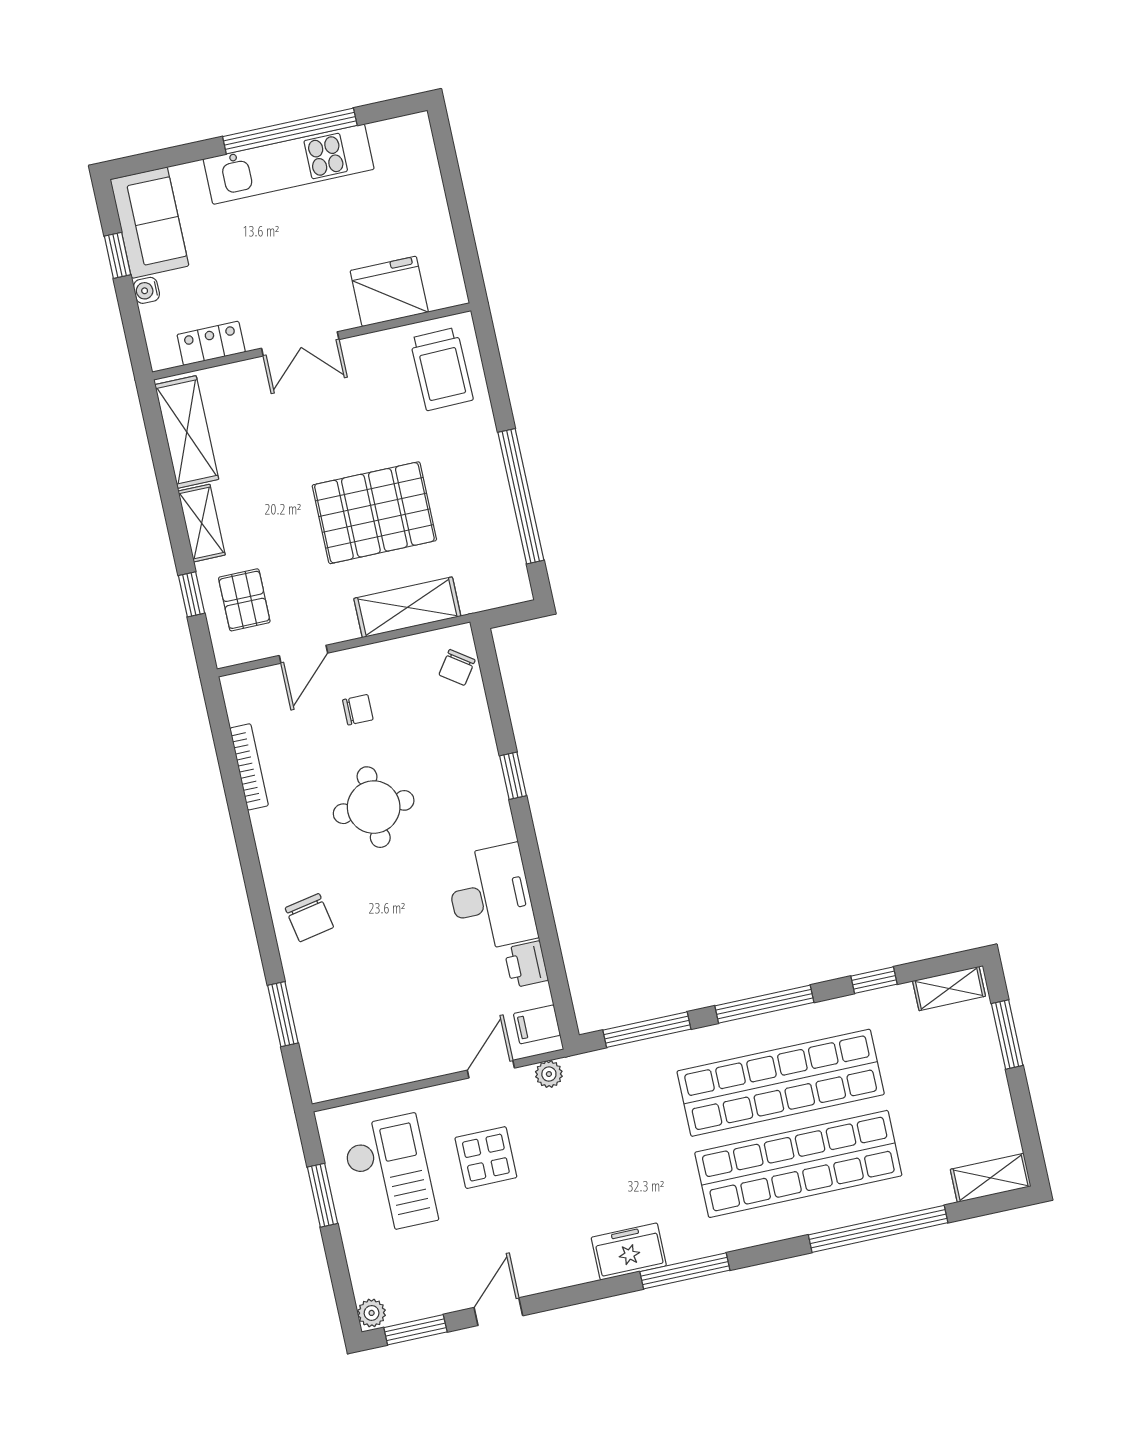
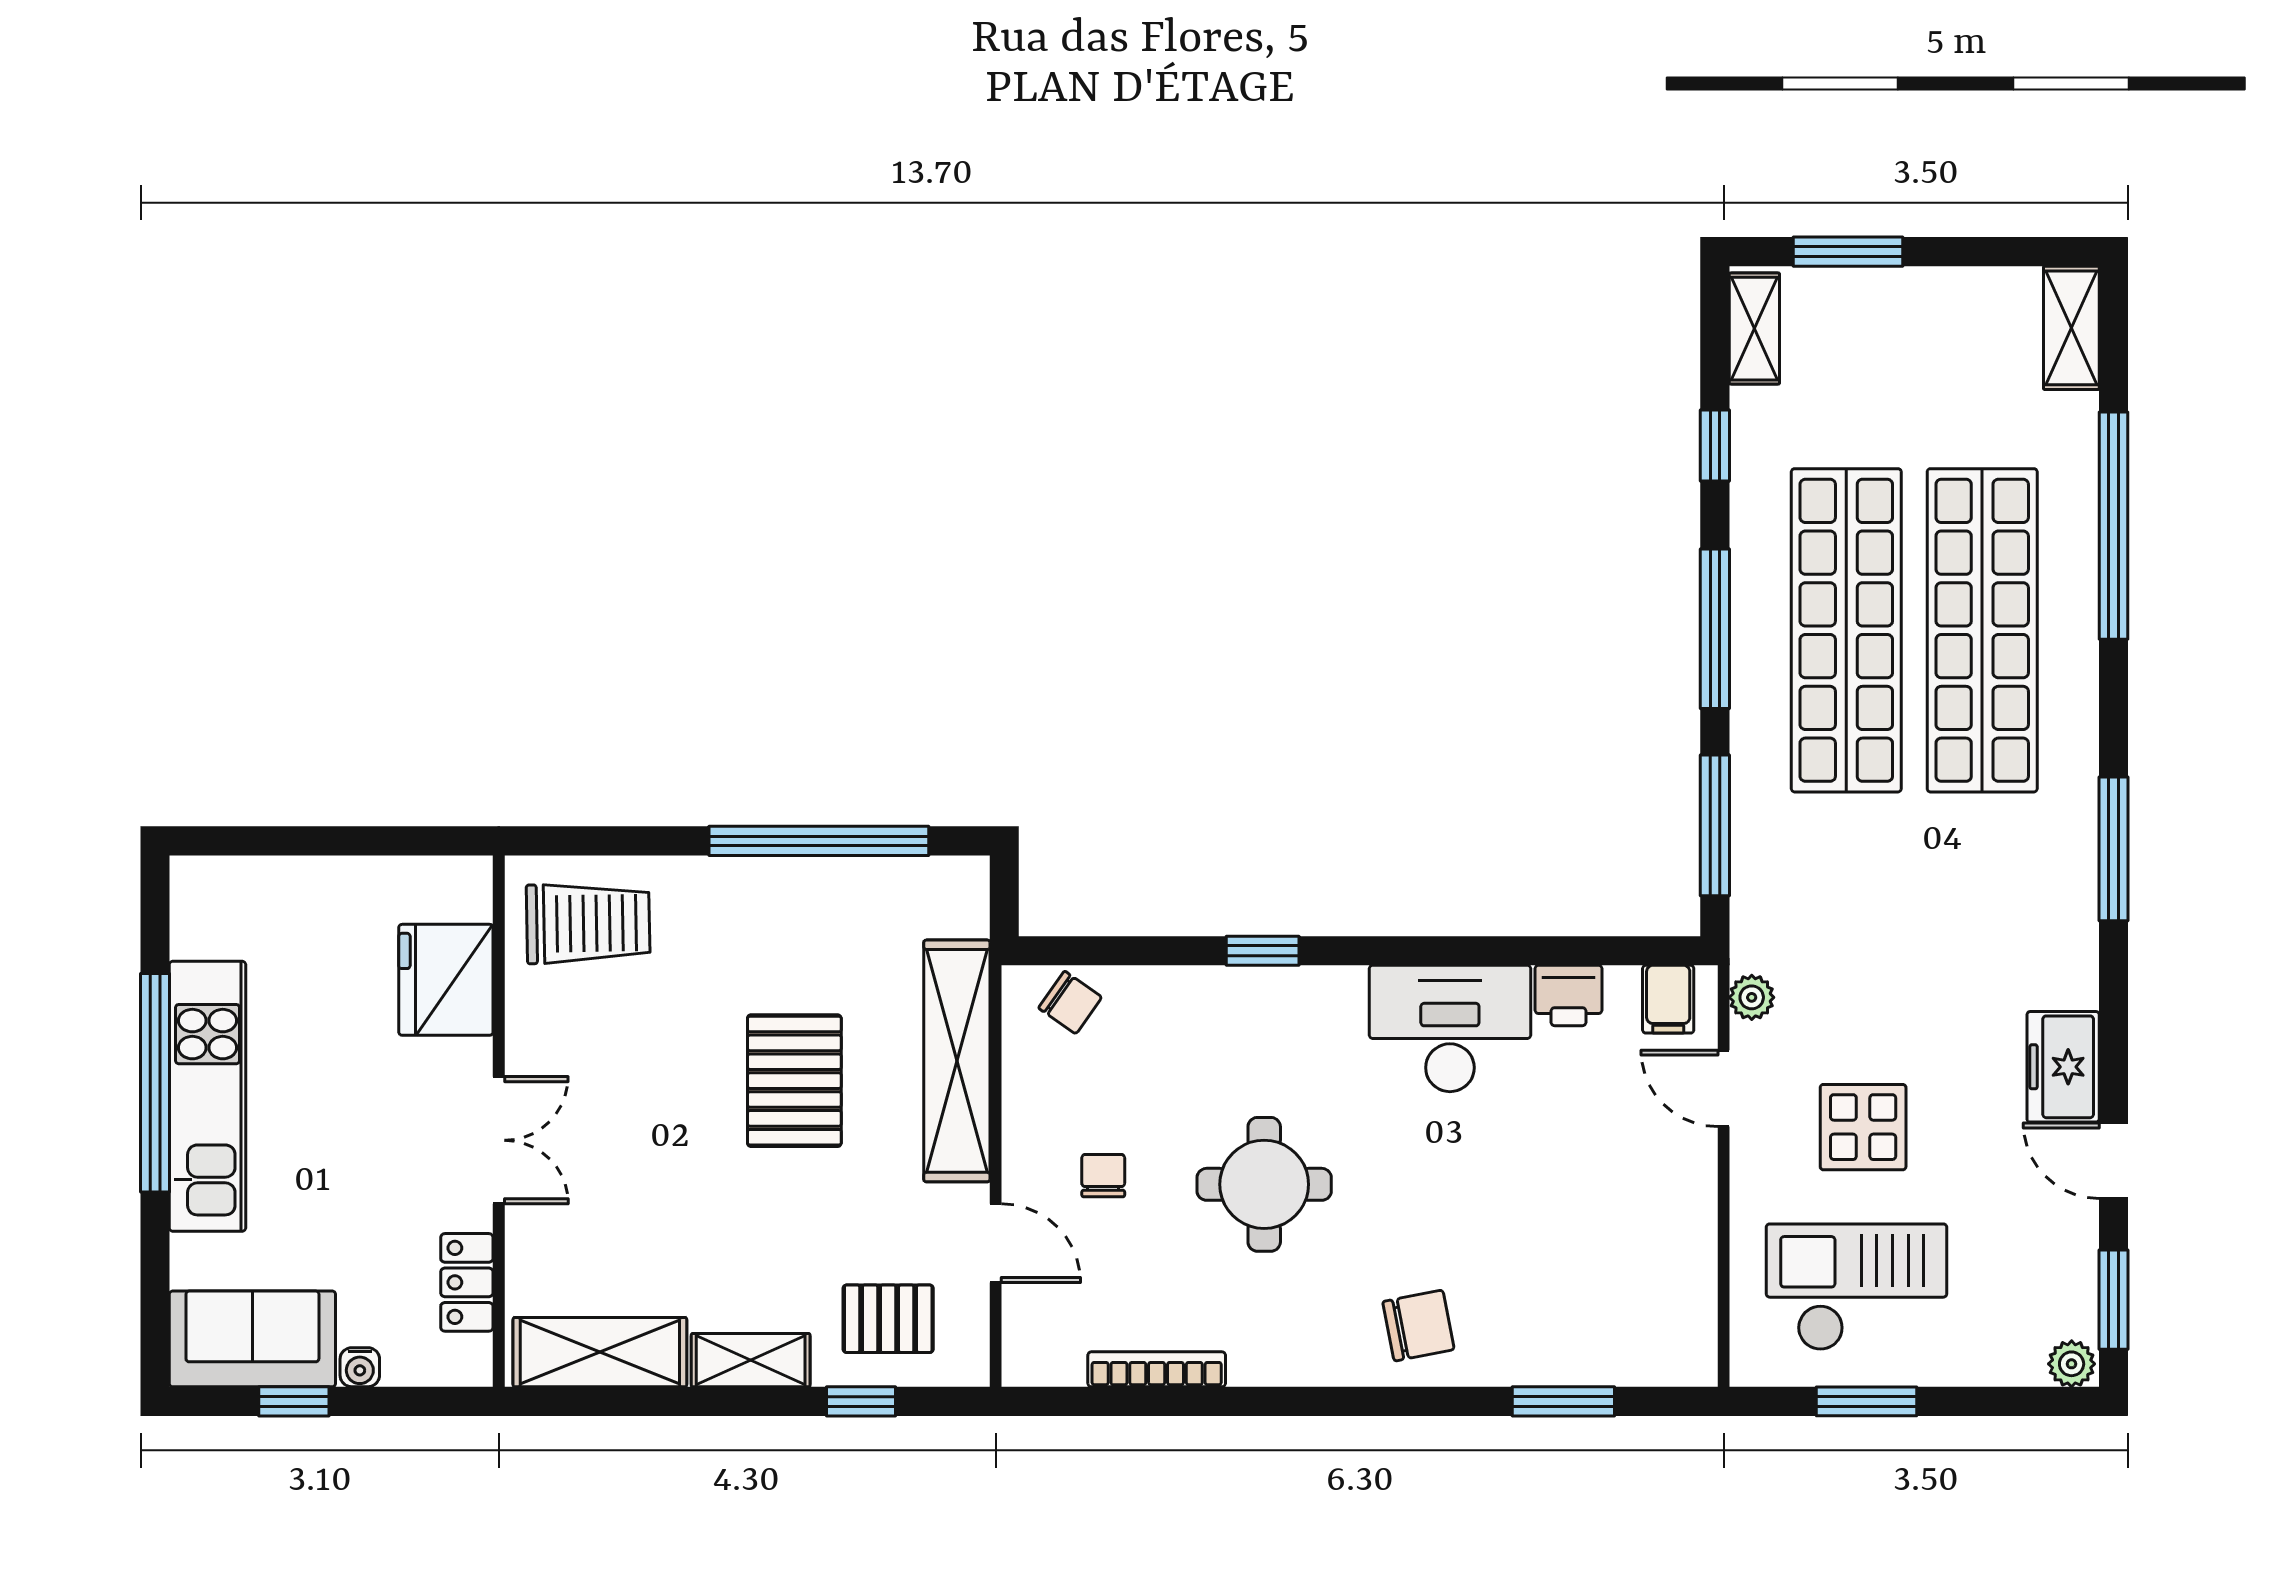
pallet: (374, 513) -> (794, 1081), width x0.73, depth x0.71
shelving: (407, 607) -> (957, 1061), width x1.47
freezer: (629, 1252) -> (2063, 1067), moved

